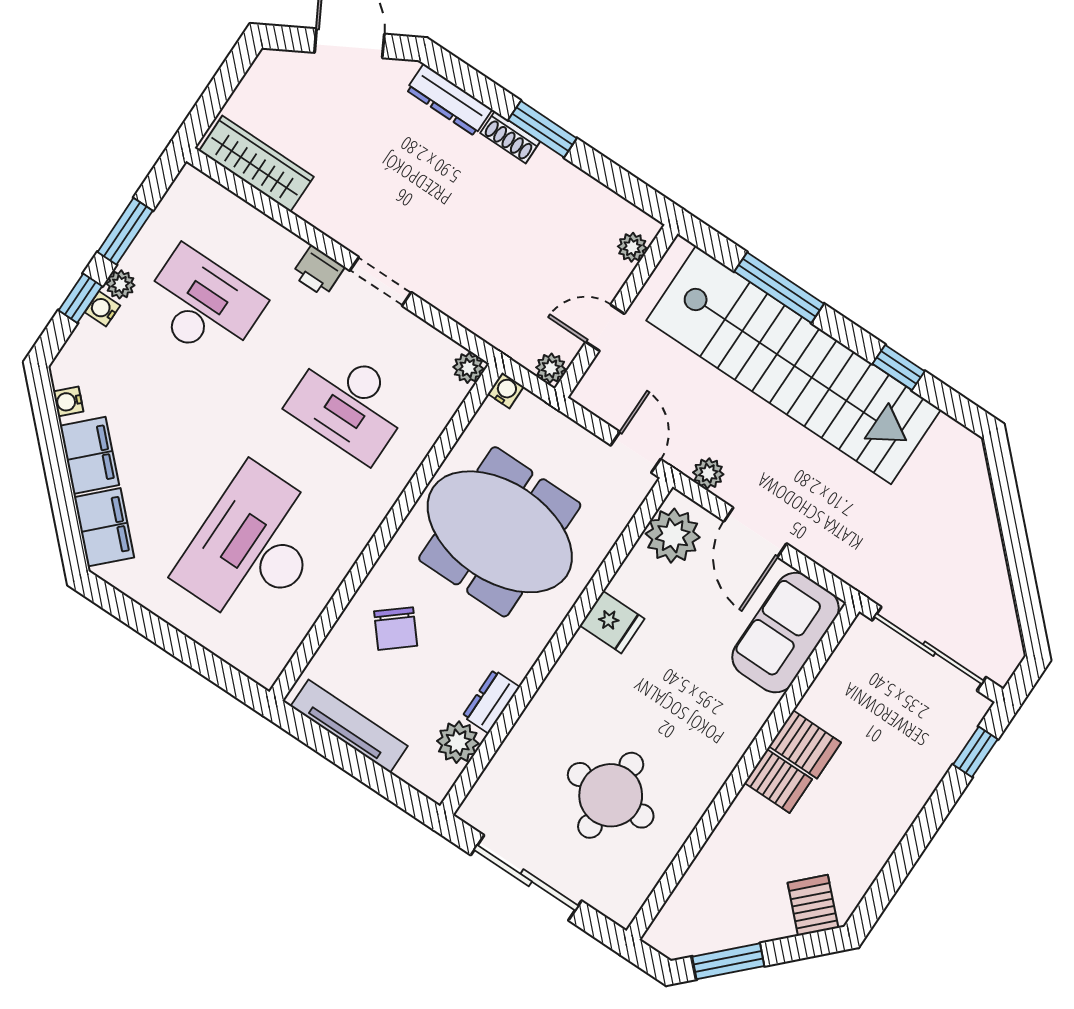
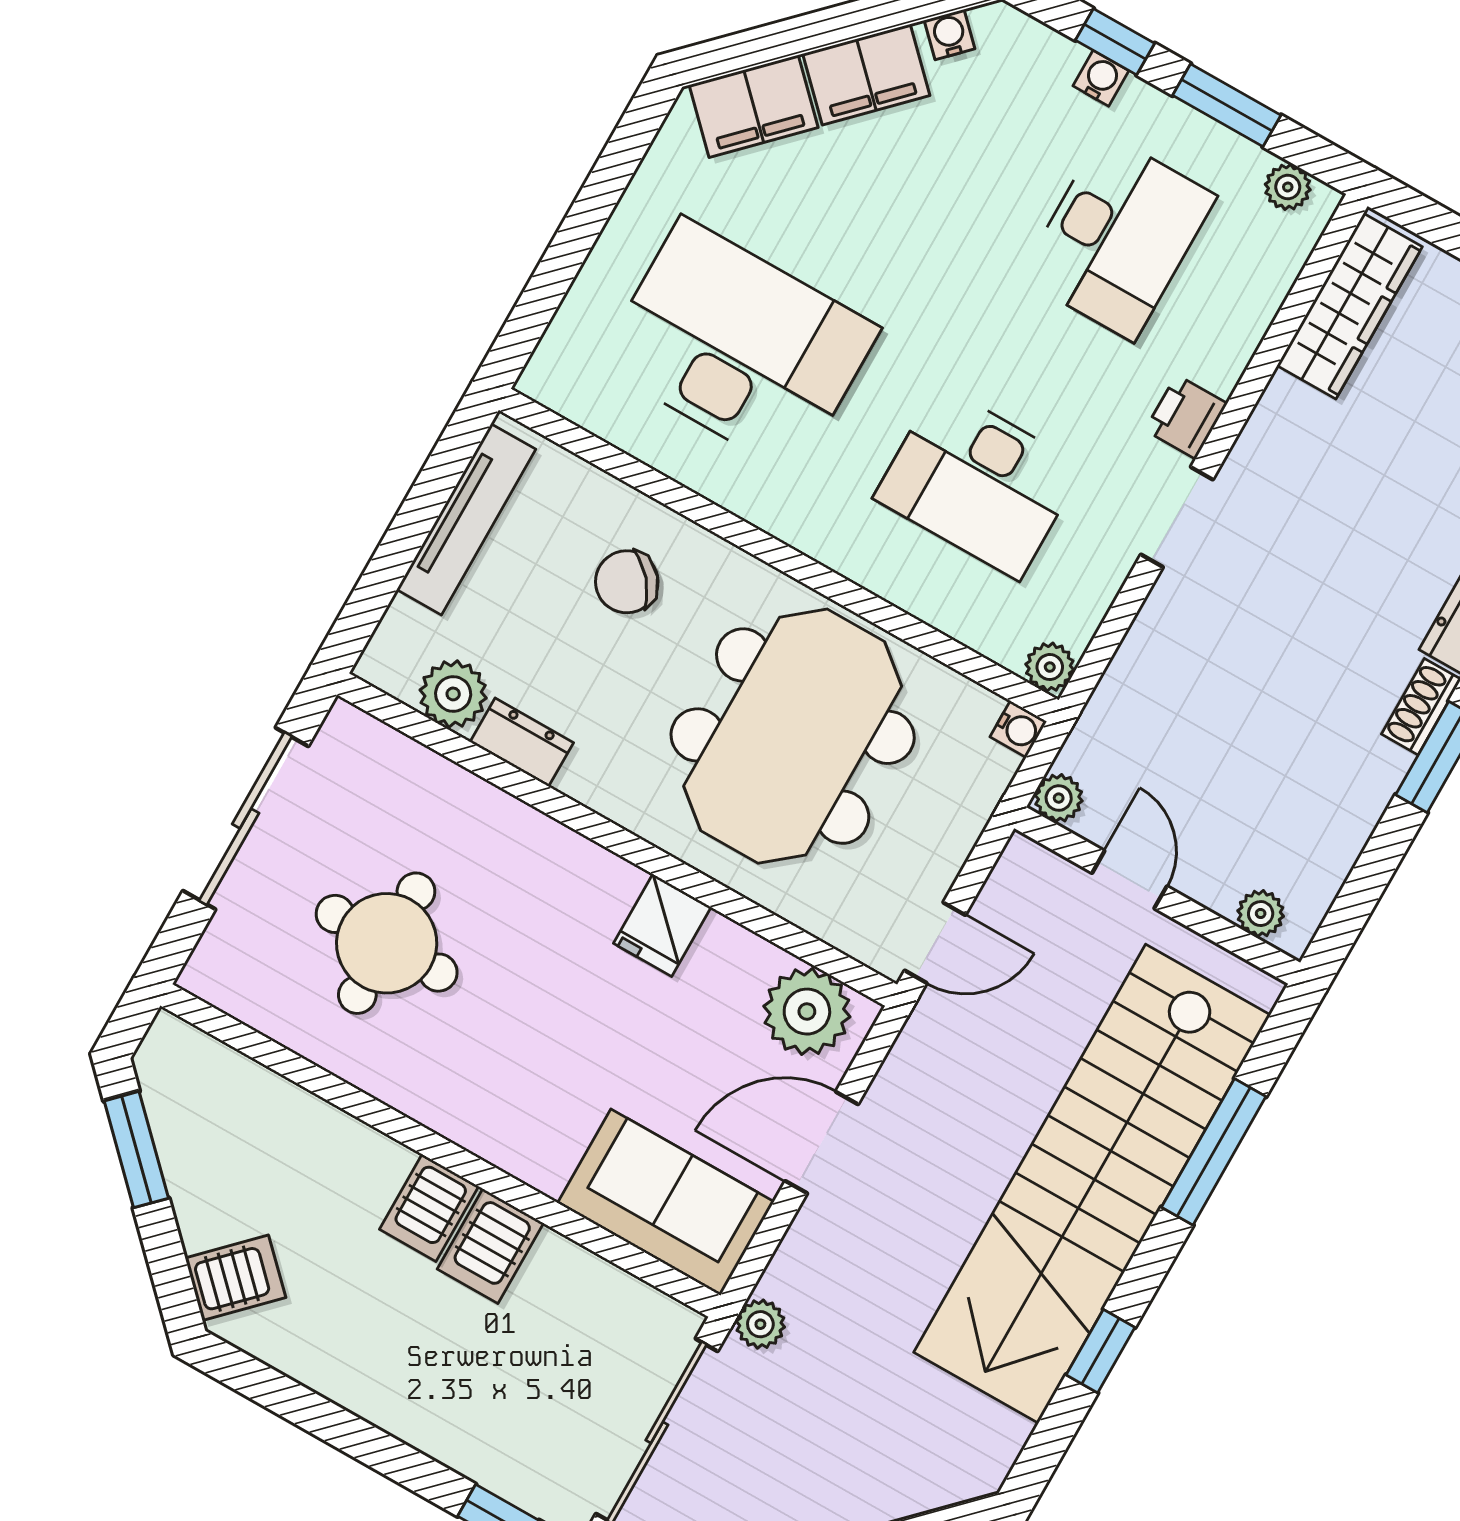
plant: (120, 284) -> (1288, 187), moved
desk: (350, 404) -> (979, 482), turned -90
plant: (708, 473) -> (760, 1324), moved

